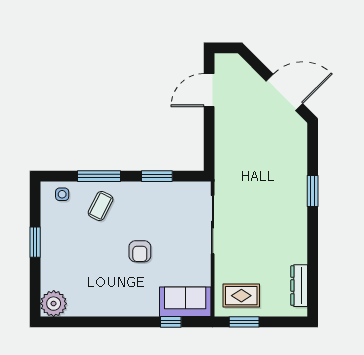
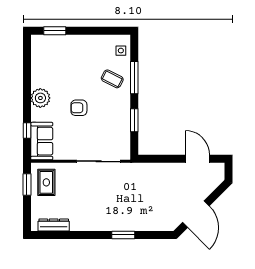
window: (35, 242) -> (55, 31), moved
plant: (54, 304) -> (40, 98), moved

